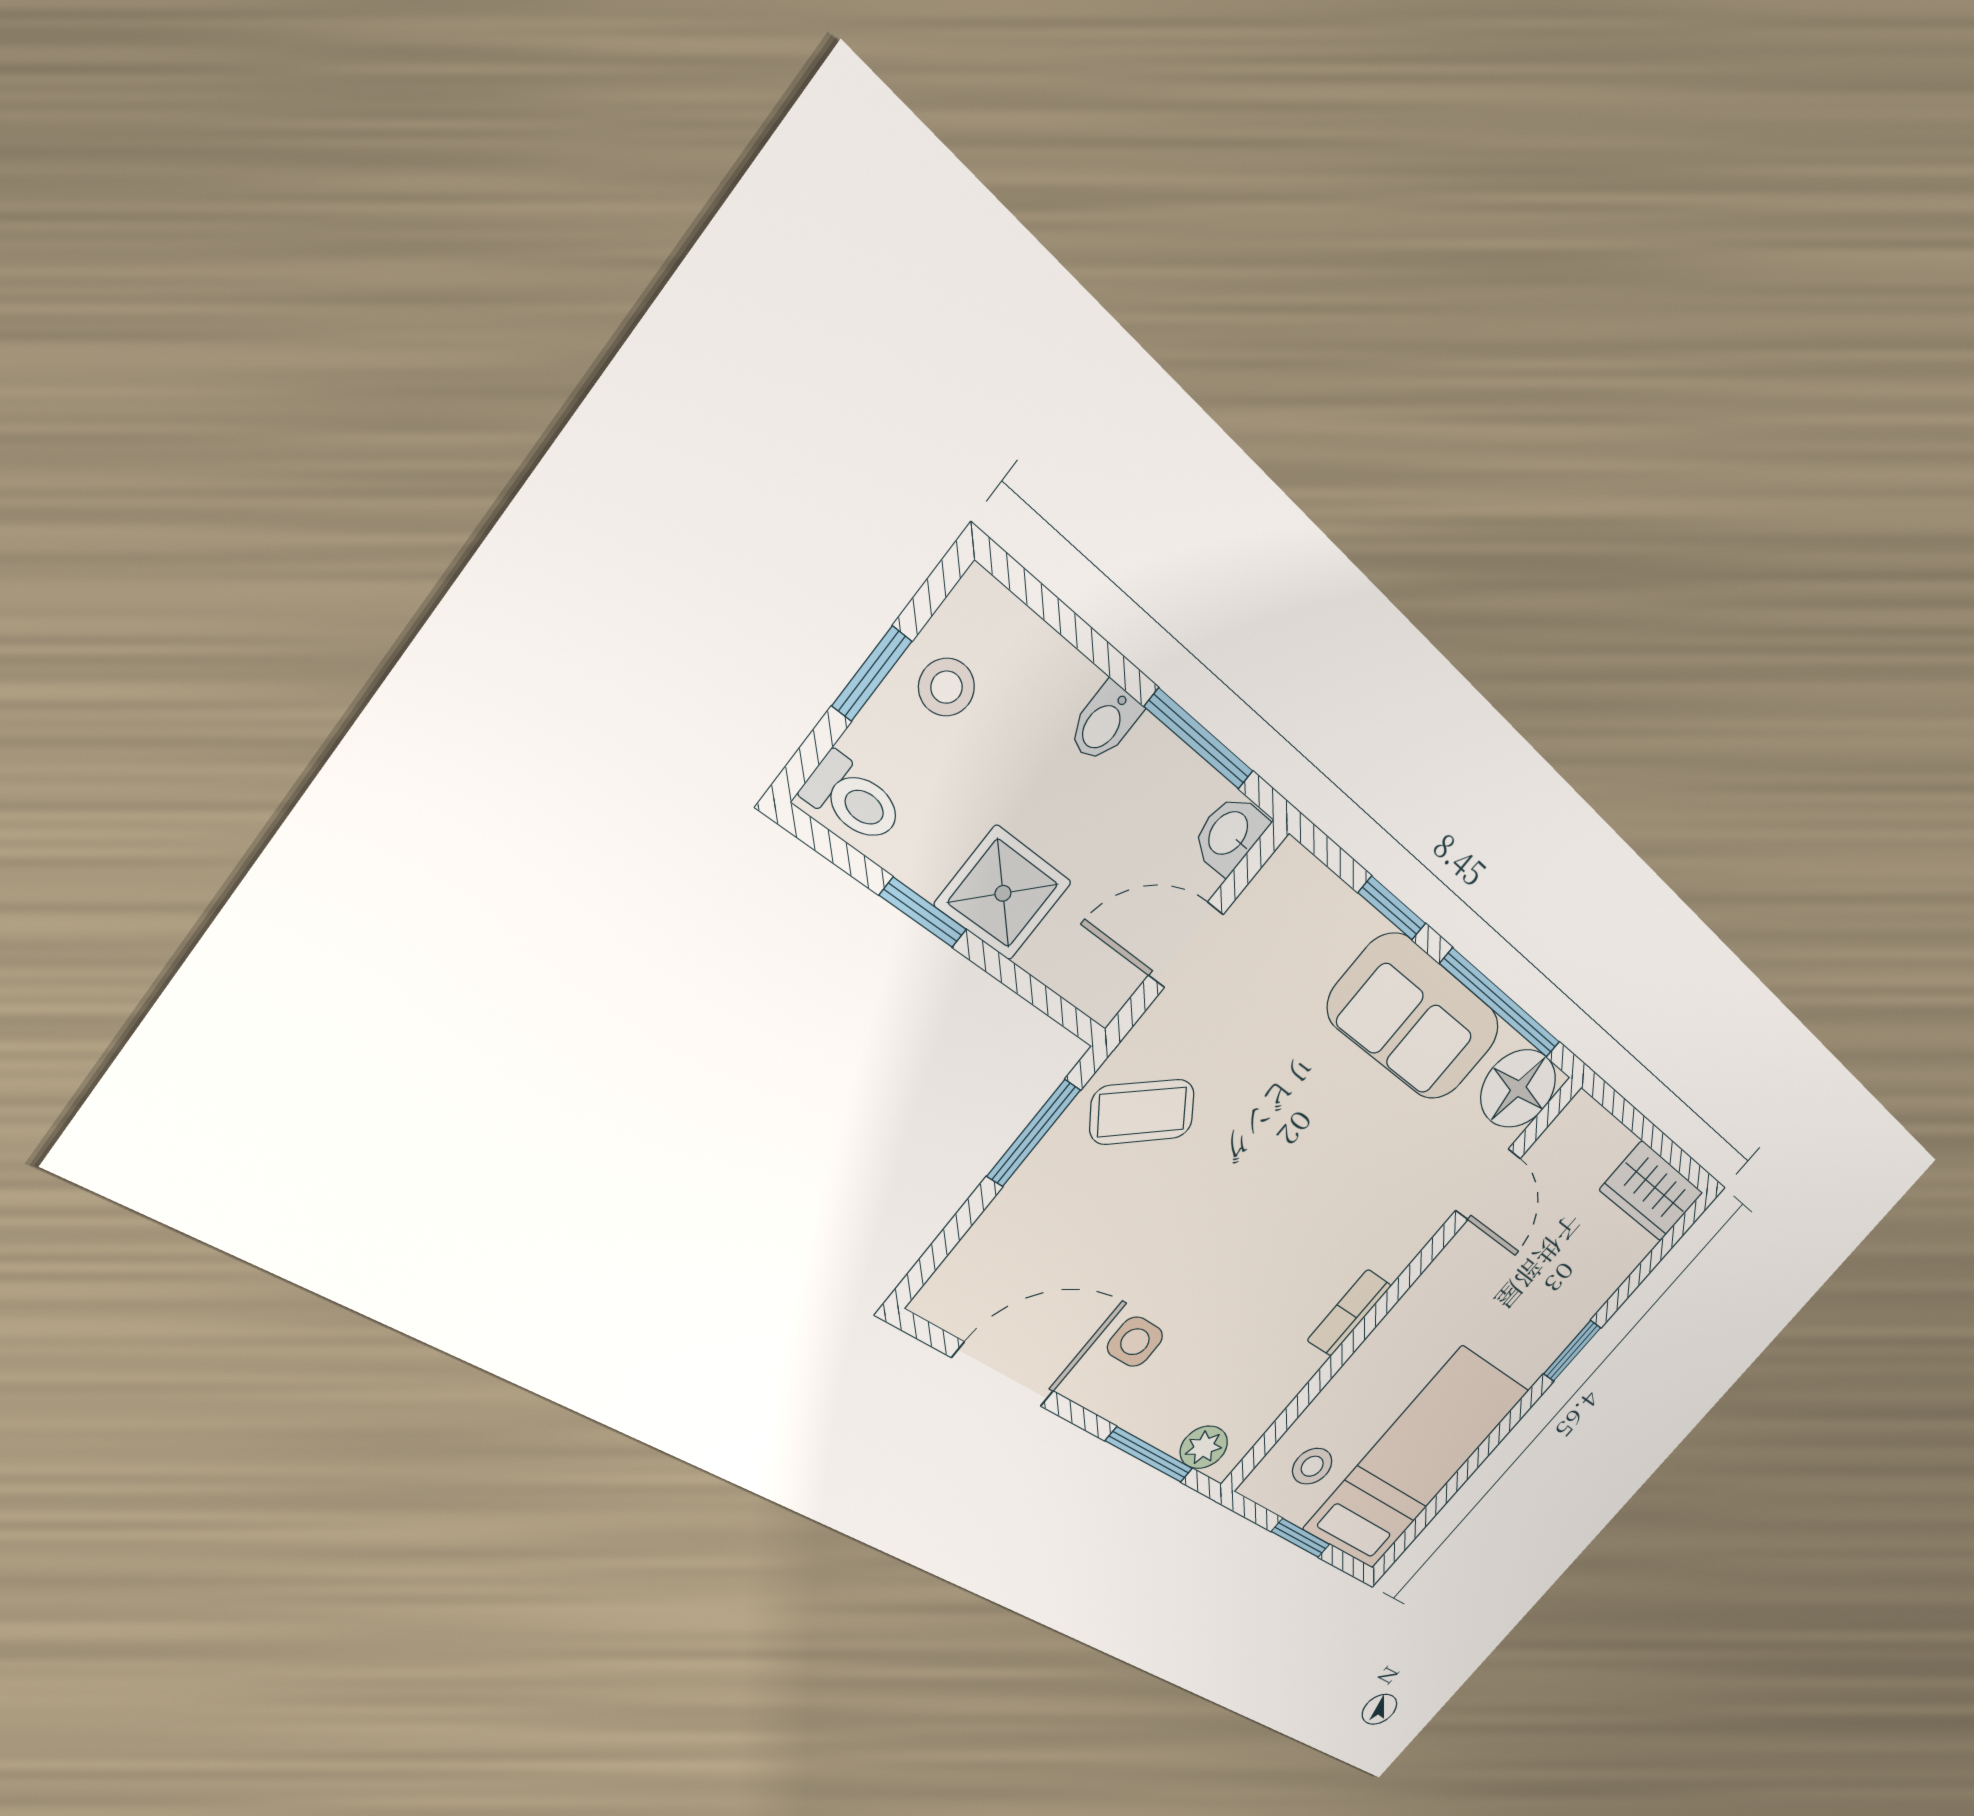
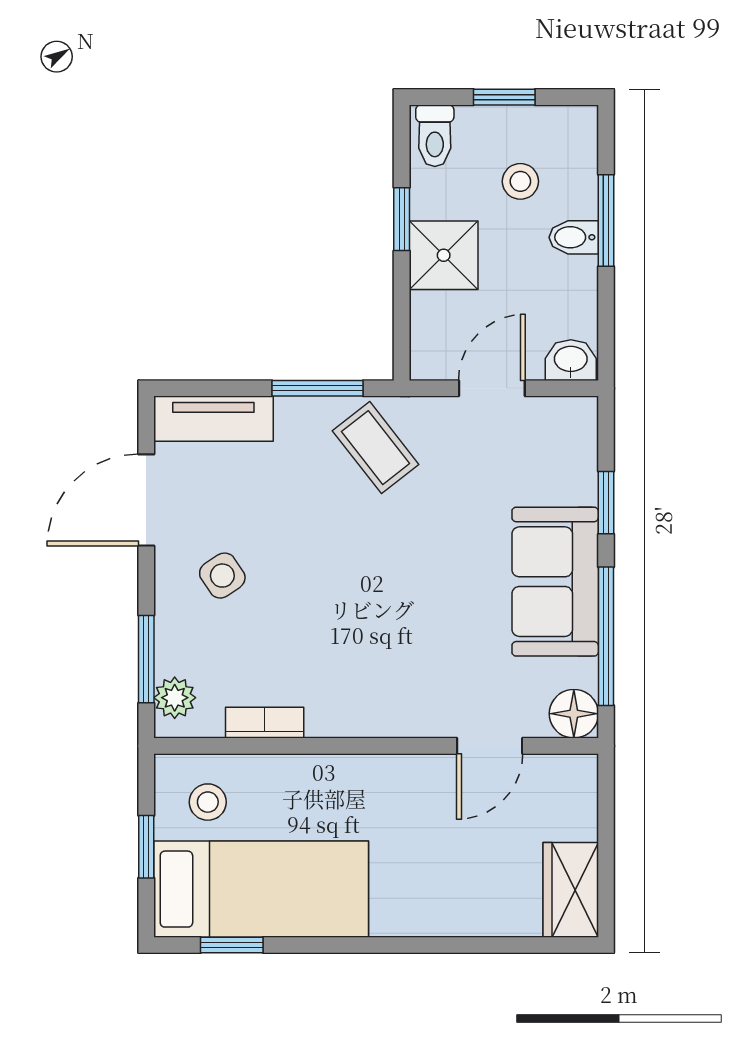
stool: (947, 687) -> (520, 181), moved
window: (1199, 739) -> (606, 220), moved
door: (1186, 945) -> (492, 388), hinge flipped
floor lamp: (1518, 1089) -> (574, 714), width x0.73, depth x0.73
tv unit: (977, 1261) -> (213, 419), added
bookcase: (1349, 1313) -> (265, 723), moved
side table: (1135, 1342) -> (222, 576), turned -34
window: (1572, 1351) -> (232, 945), moved
door: (1003, 1374) -> (146, 500), swing flipped

